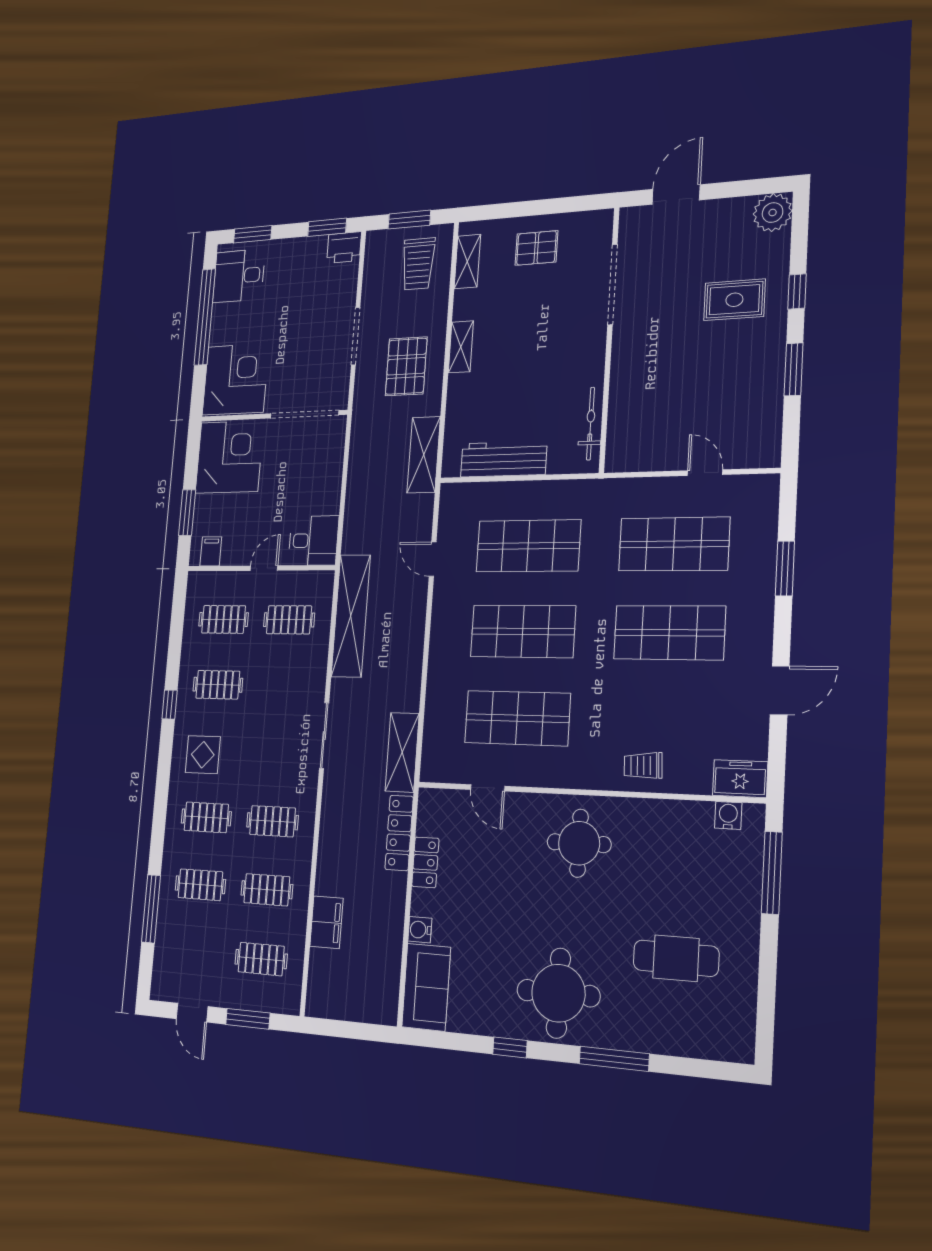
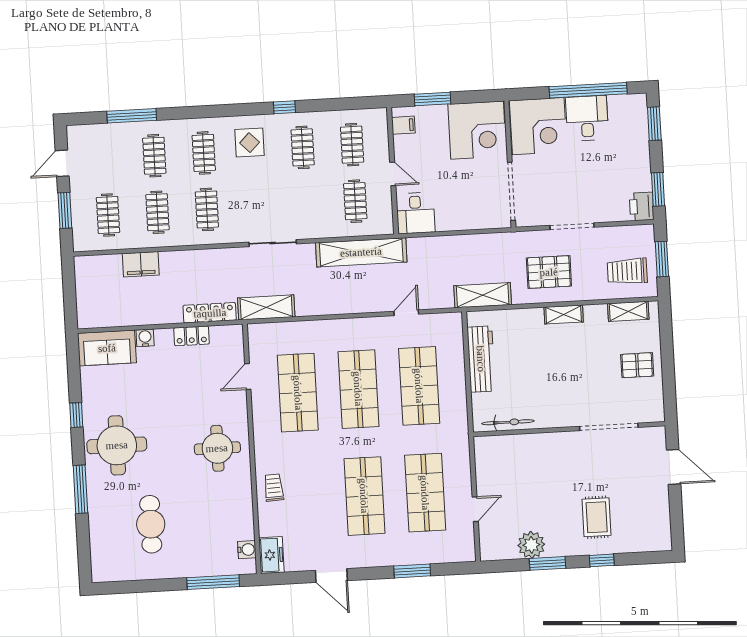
plant: (773, 213) -> (531, 545), moved
pallet: (536, 248) -> (637, 365), turned 90
desk: (239, 276) -> (587, 118), moved

